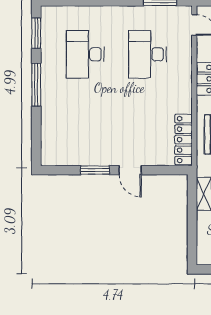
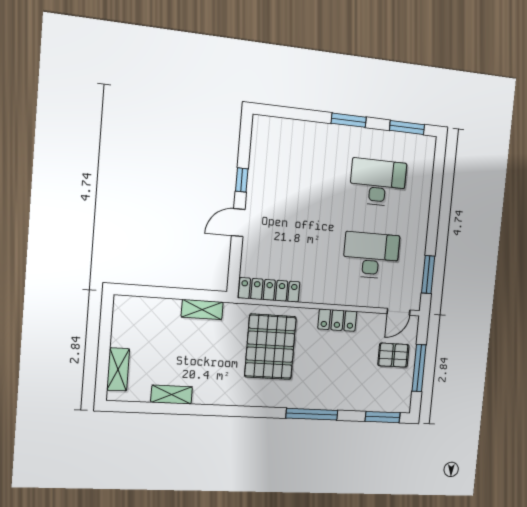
window: (36, 85) -> (349, 120), width x0.69
window: (95, 170) -> (242, 180), width x0.67

